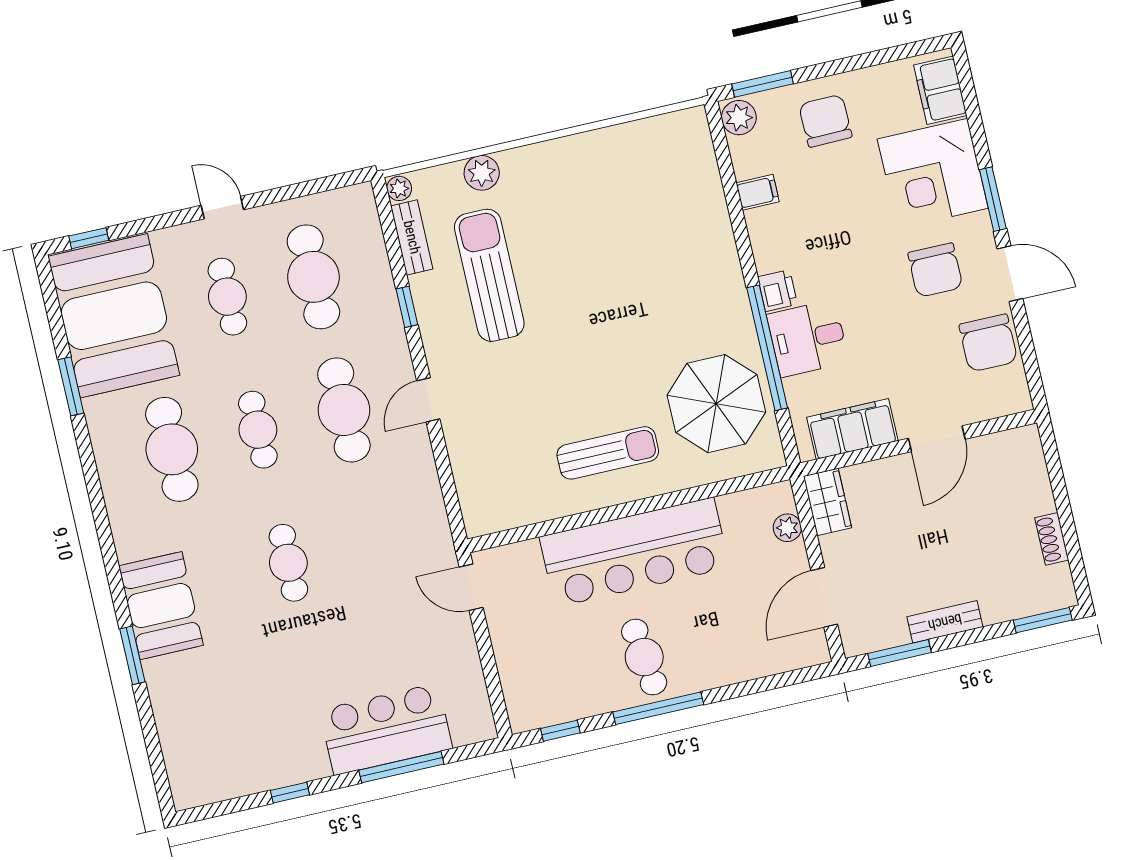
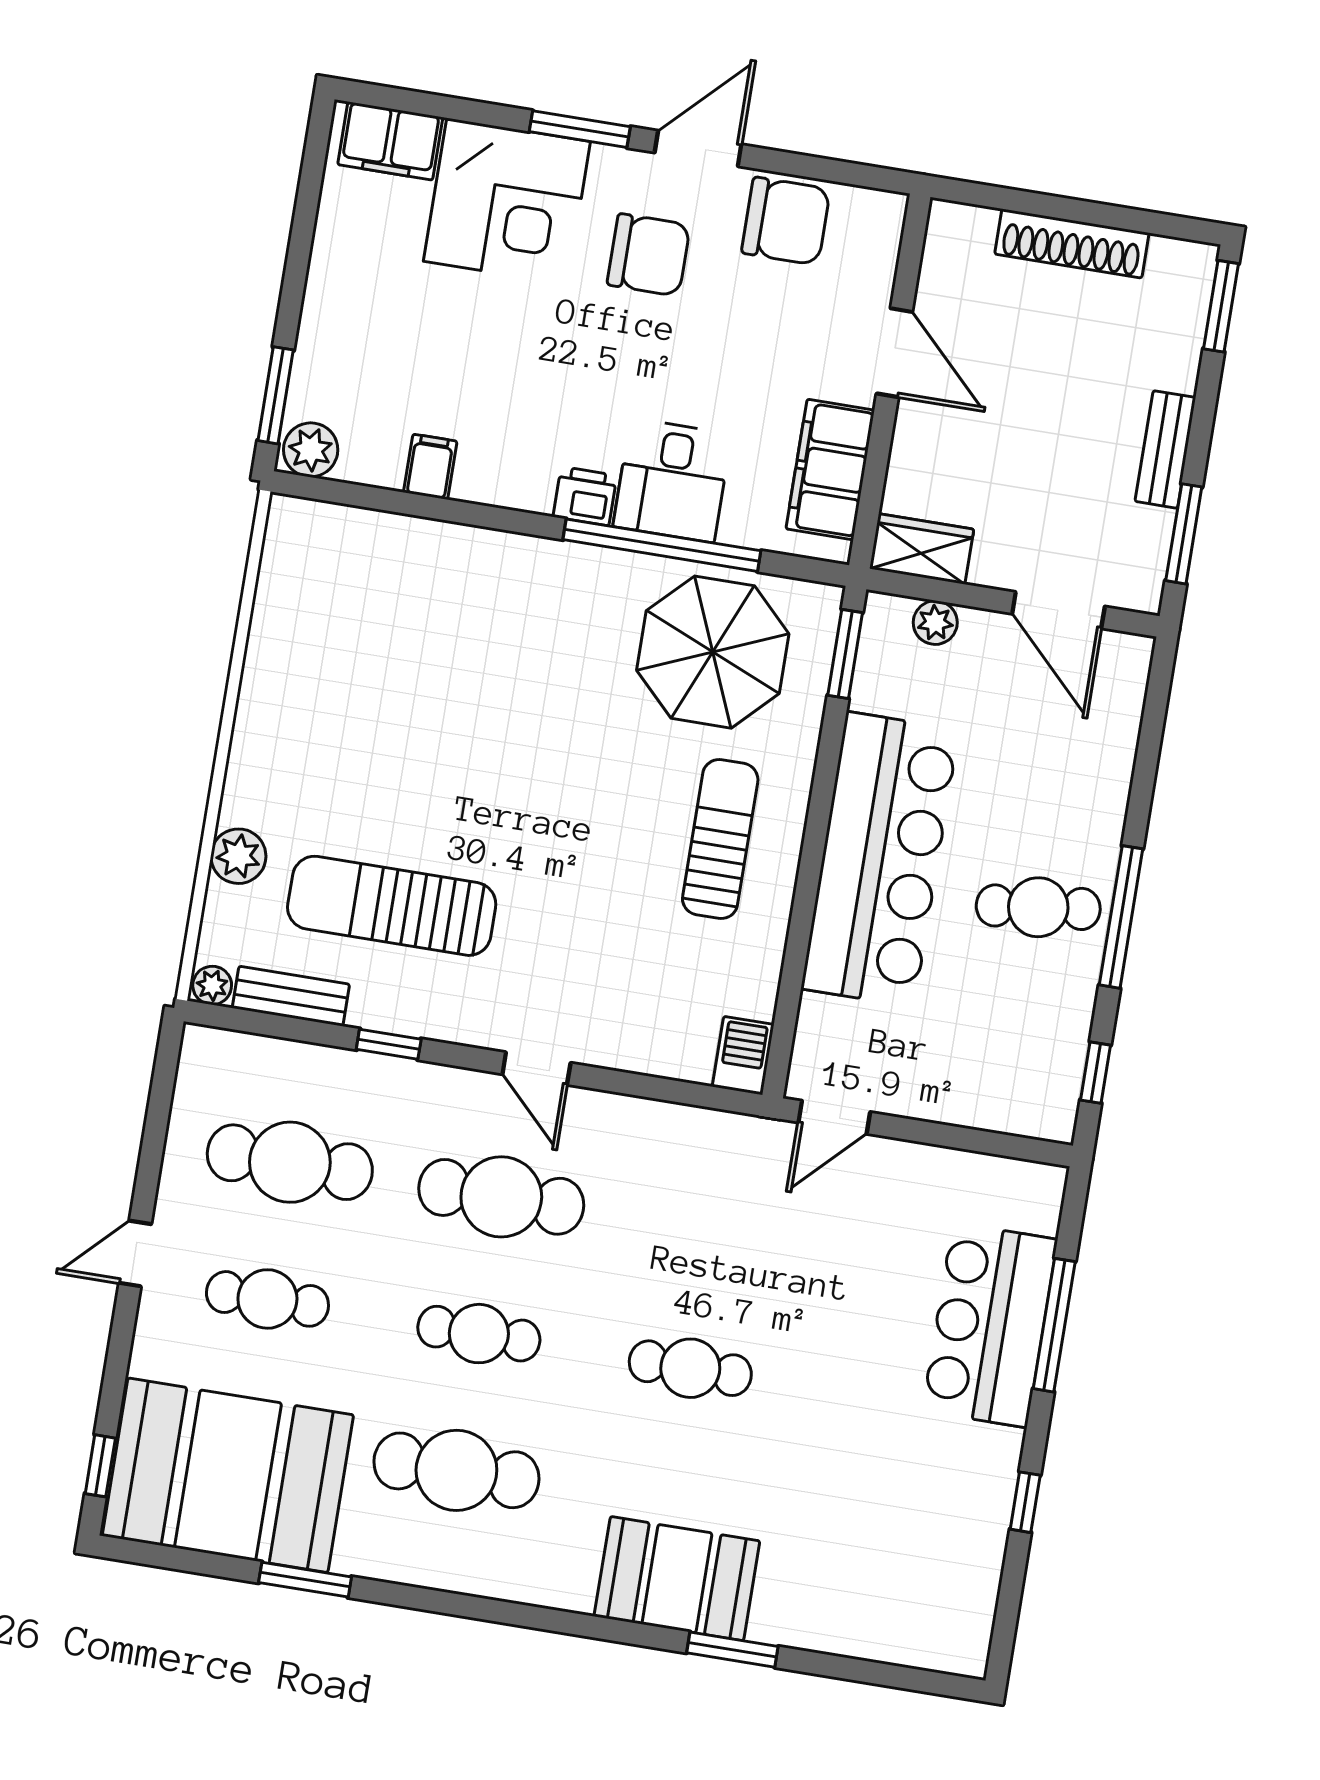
chair: (825, 121) -> (367, 326), removed
window: (747, 482) -> (845, 654), added
barbecue: (486, 519) -> (743, 1056), added
shoe rack: (1052, 539) -> (1072, 243), width x1.94, depth x1.24

